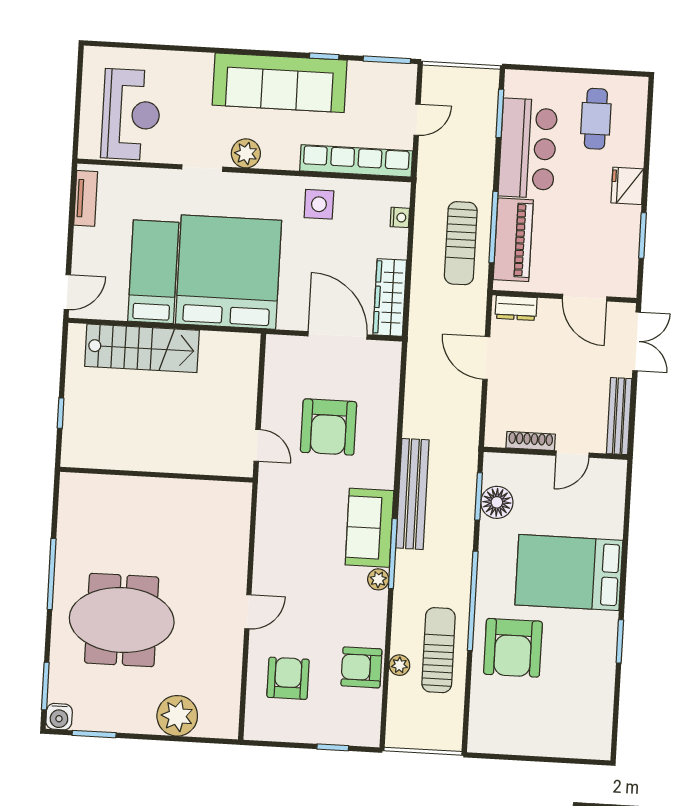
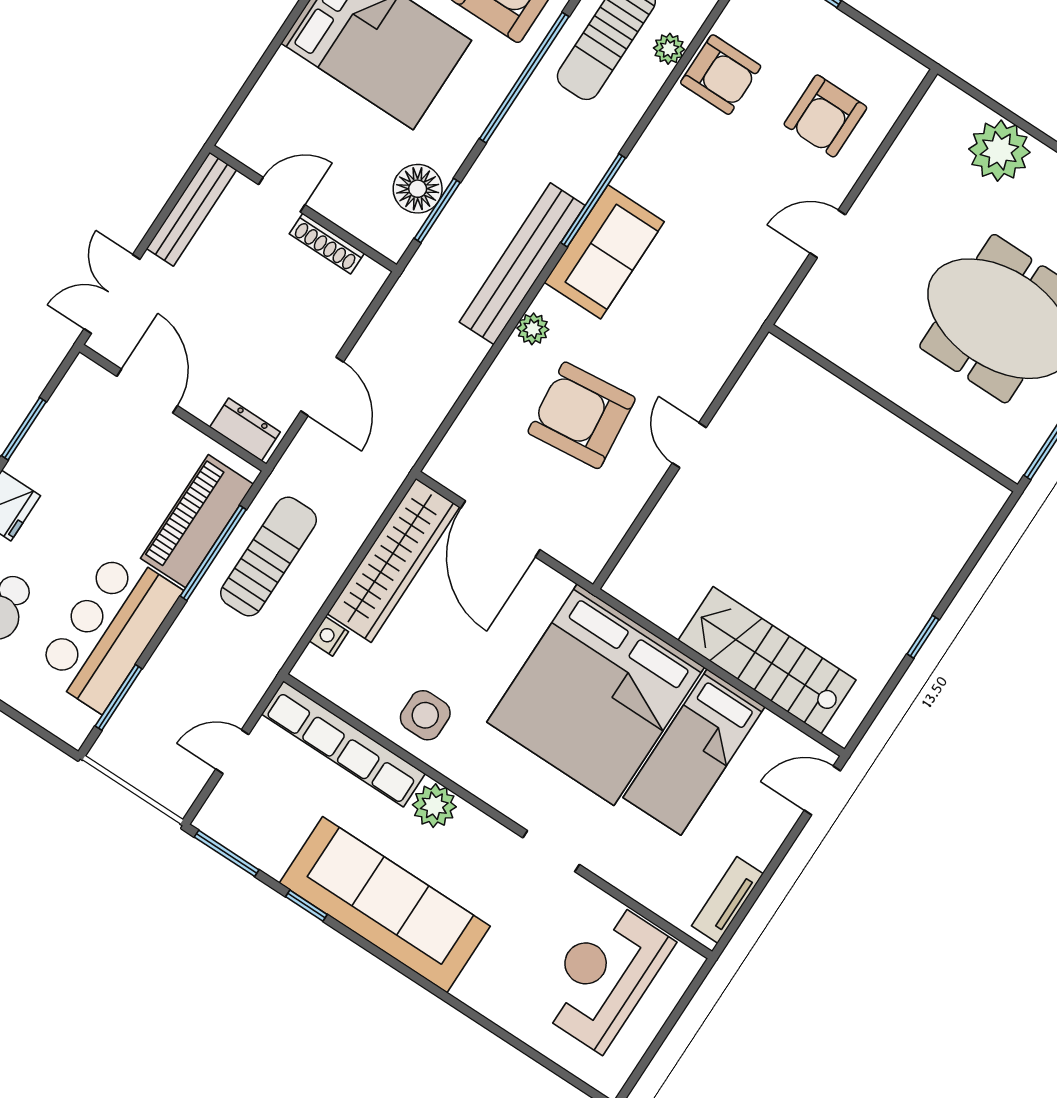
plant: (246, 153) -> (434, 806), moved
wardrobe: (390, 298) -> (393, 560), width x1.40, depth x1.17
armchair: (329, 427) -> (582, 415), turned -96
wall: (156, 475) -> (893, 408), moved
plant: (378, 579) -> (533, 329), moved

